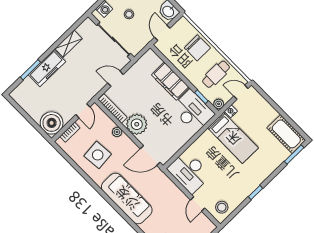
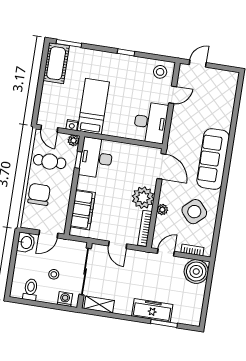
shelving: (69, 44) -> (99, 305), moved
filing cabinet: (170, 81) -> (83, 210), moved
side table: (98, 155) -> (194, 212), turned -37

